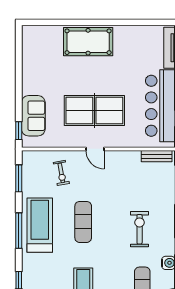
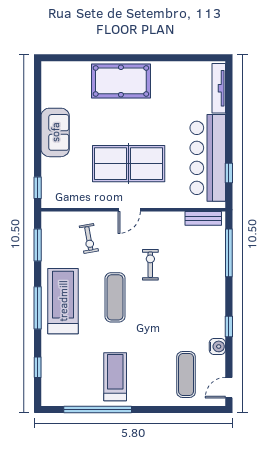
sofa: (33, 116) -> (55, 132), moved
door: (95, 149) -> (129, 210), hinge flipped
exercise bike: (140, 229) -> (150, 265), moved, width x0.73, depth x0.72

